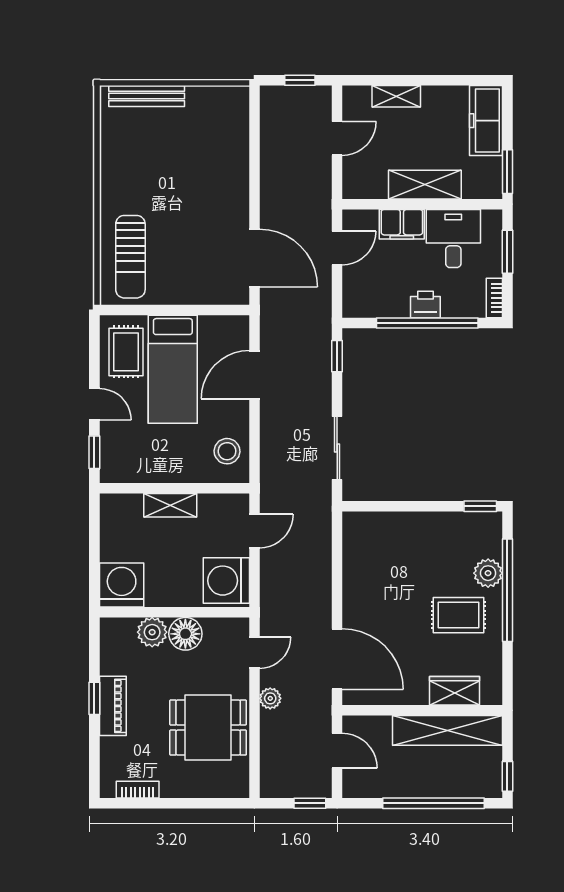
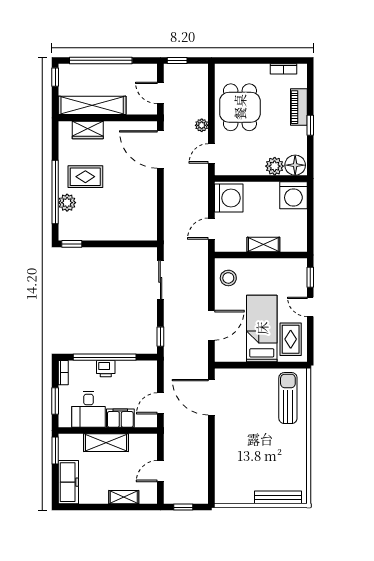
floor lamp: (185, 634) -> (295, 165), moved
piano: (113, 706) -> (299, 107), moved
dining table: (208, 728) -> (240, 107), turned 90

